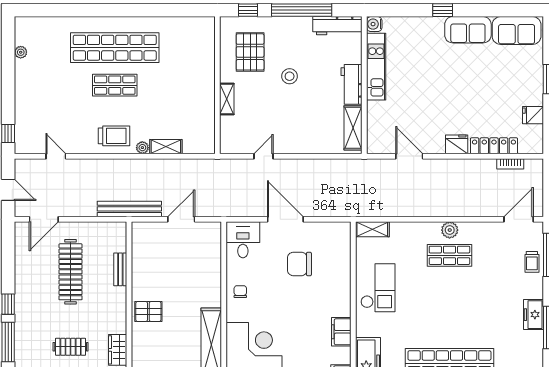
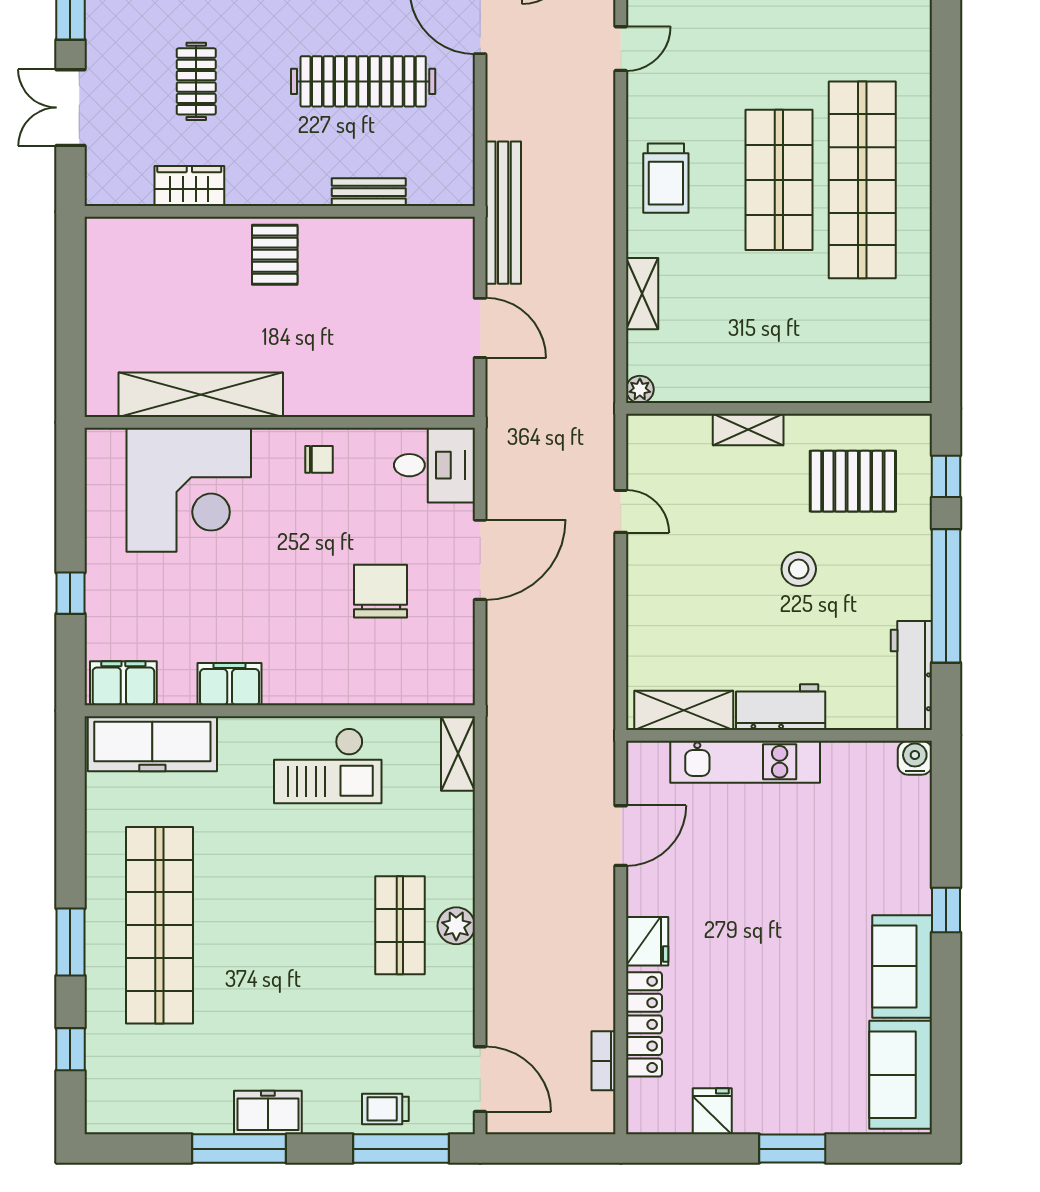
kitchen unit: (376, 67) -> (745, 762), moved
shop shelf: (115, 85) -> (779, 180), width x1.43, depth x1.36
plant: (142, 148) -> (640, 389), moved

